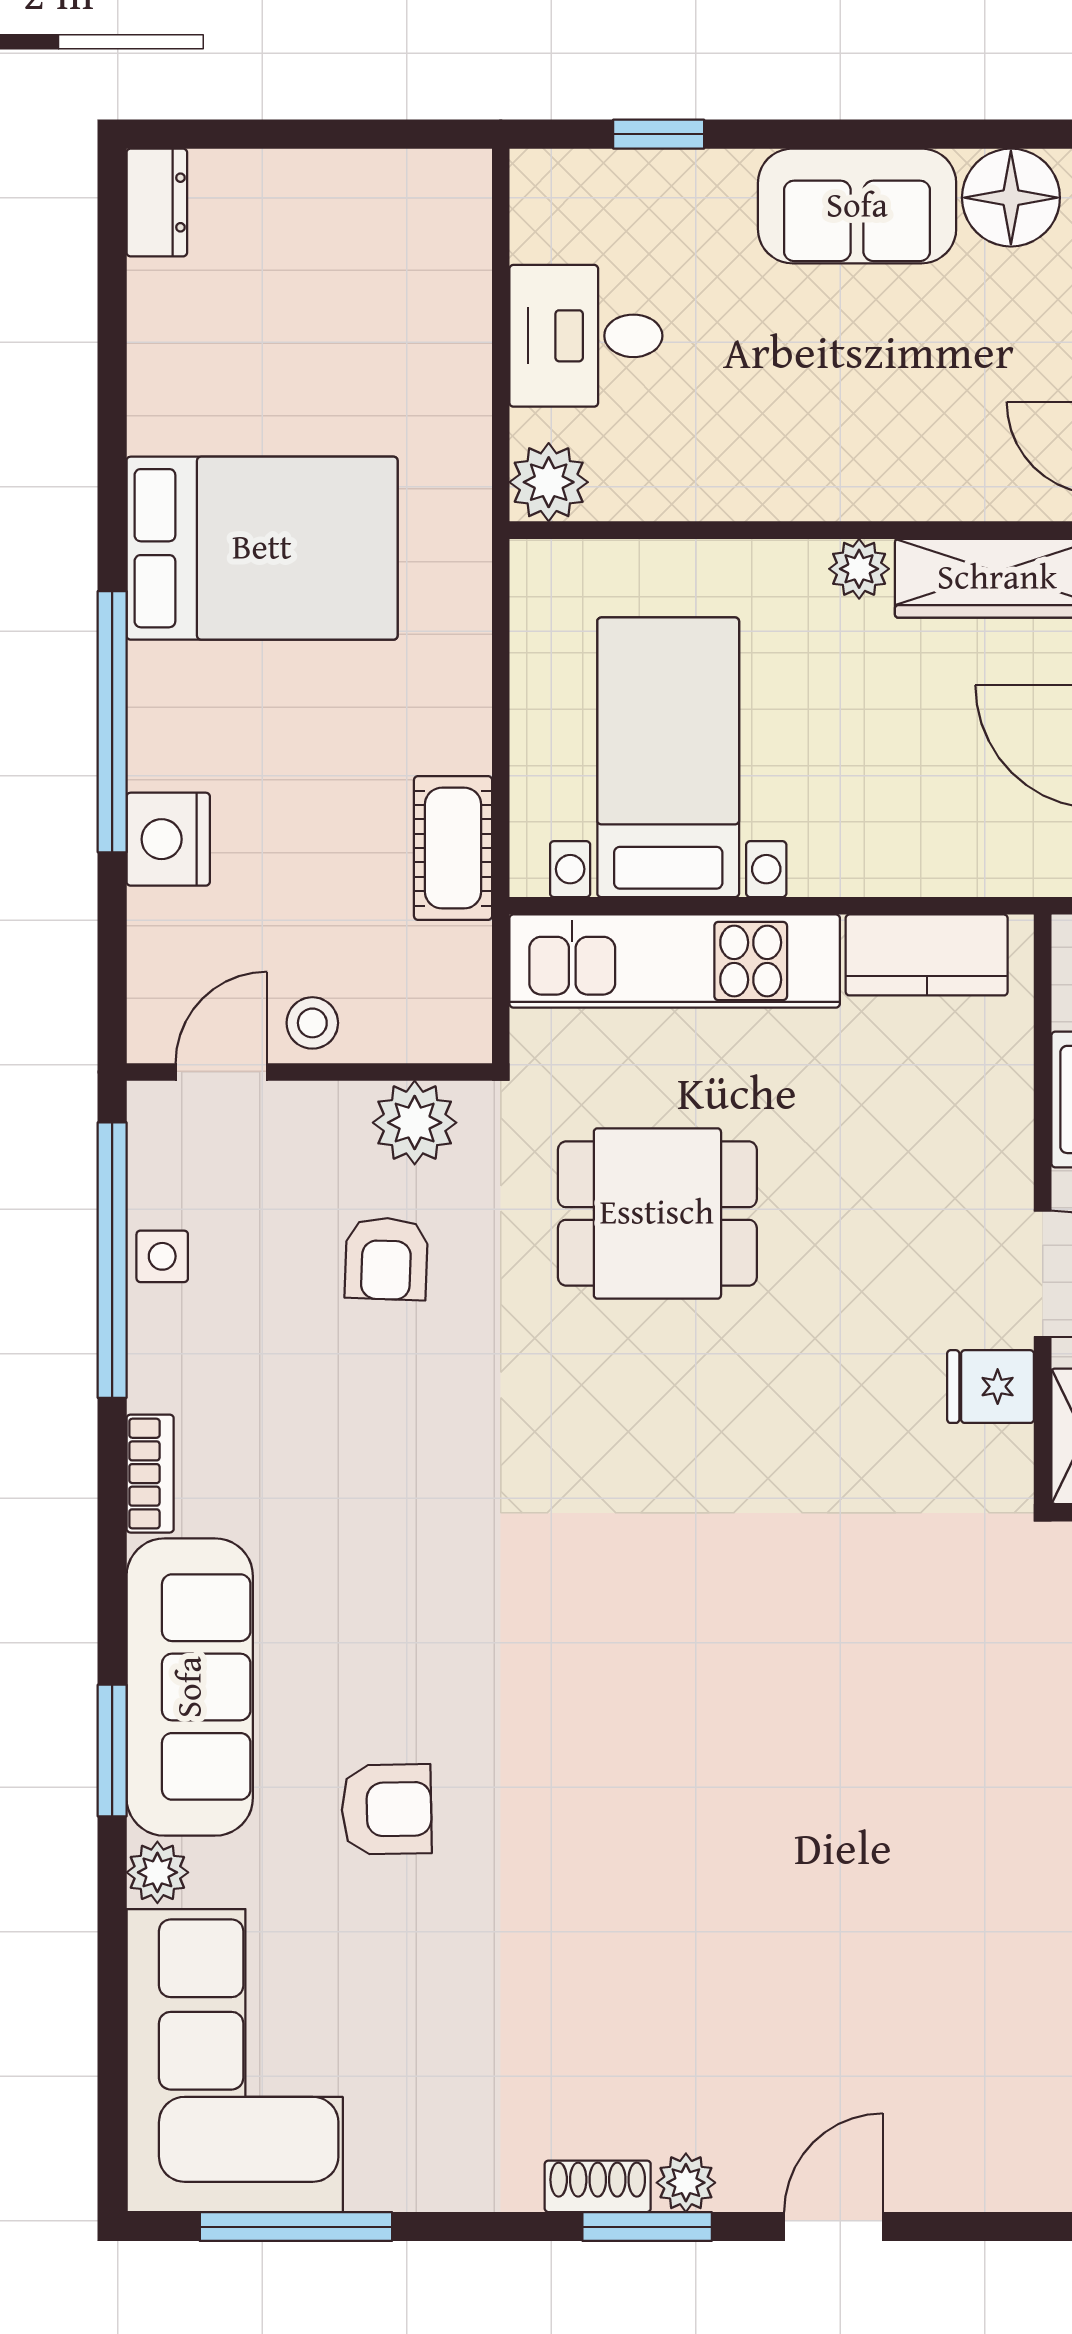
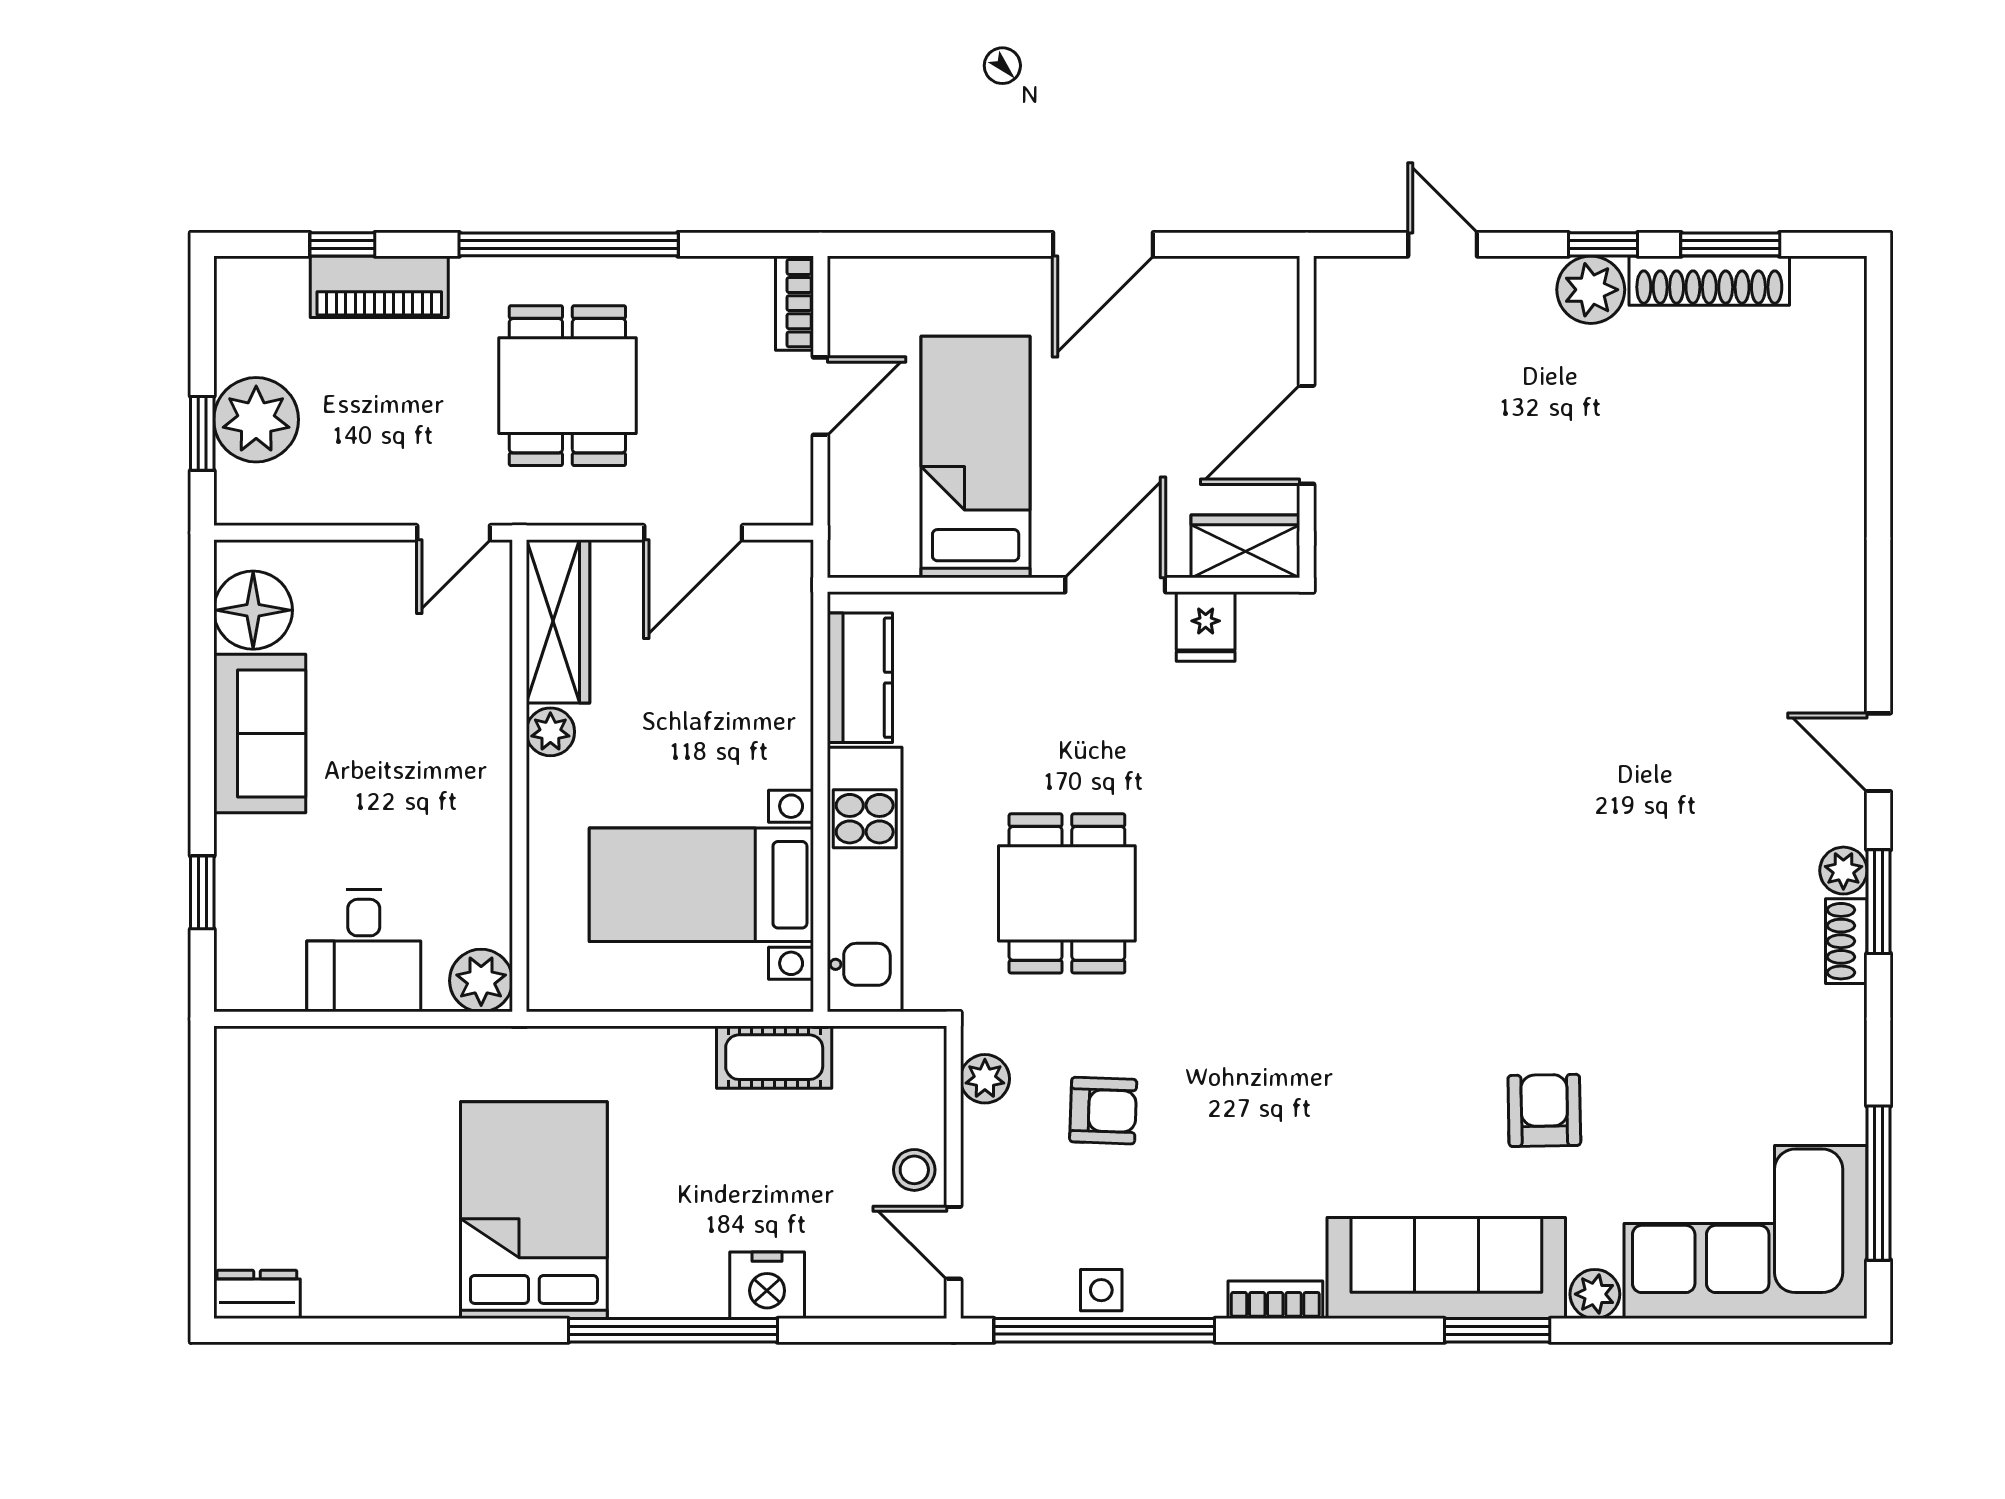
plant: (415, 1123) -> (985, 1079), width x0.73, depth x0.73

